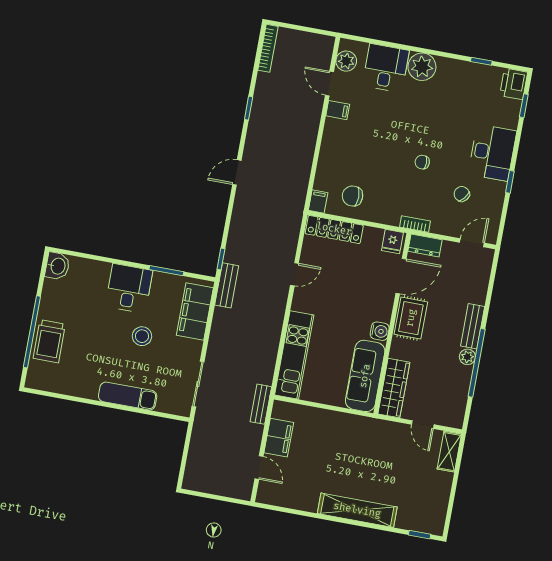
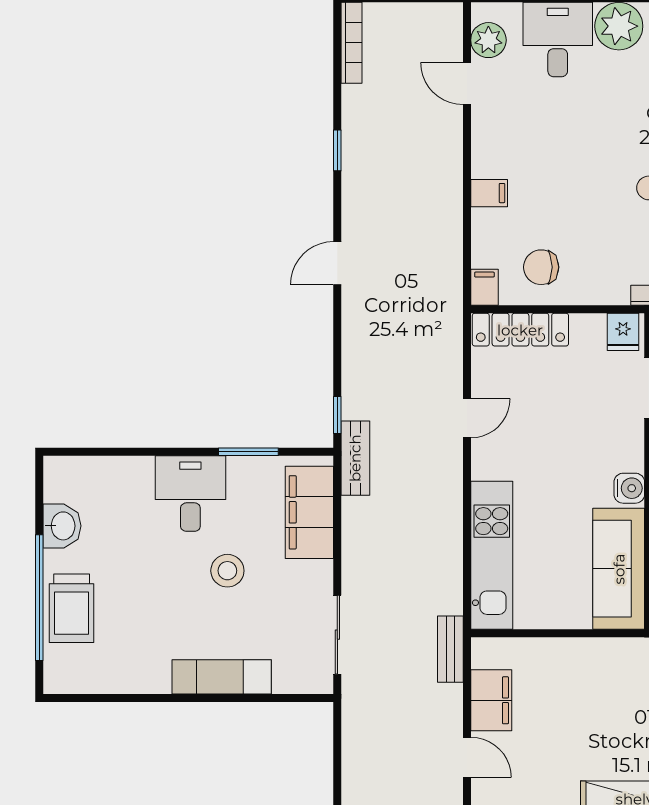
filing cabinet: (338, 110) -> (489, 193), moved
washbasin: (57, 266) -> (62, 526), moved

